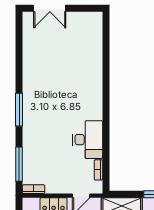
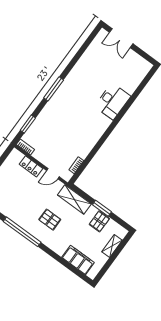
desk: (88, 140) -> (112, 101), moved
window: (19, 164) -> (28, 124), width x0.69

